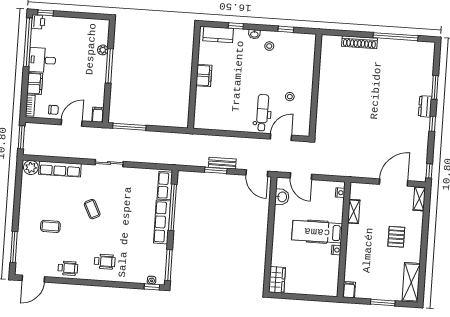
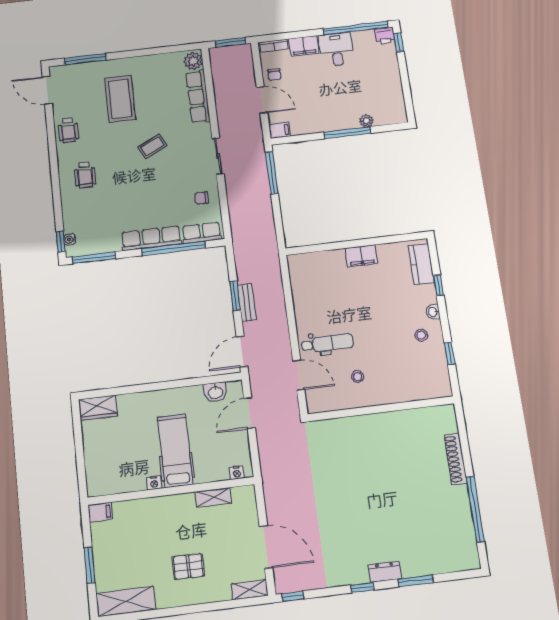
chair: (139, 181) -> (202, 198), added
coffee table: (50, 226) -> (120, 99), width x1.86, depth x1.72

